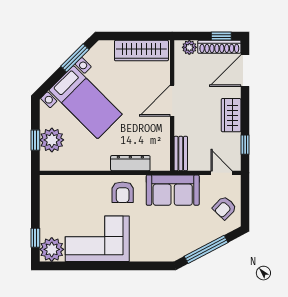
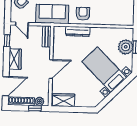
window: (221, 36) -> (35, 108), moved
wardrobe: (141, 51) -> (63, 100), width x0.67
window: (75, 58) -> (110, 97), removed

